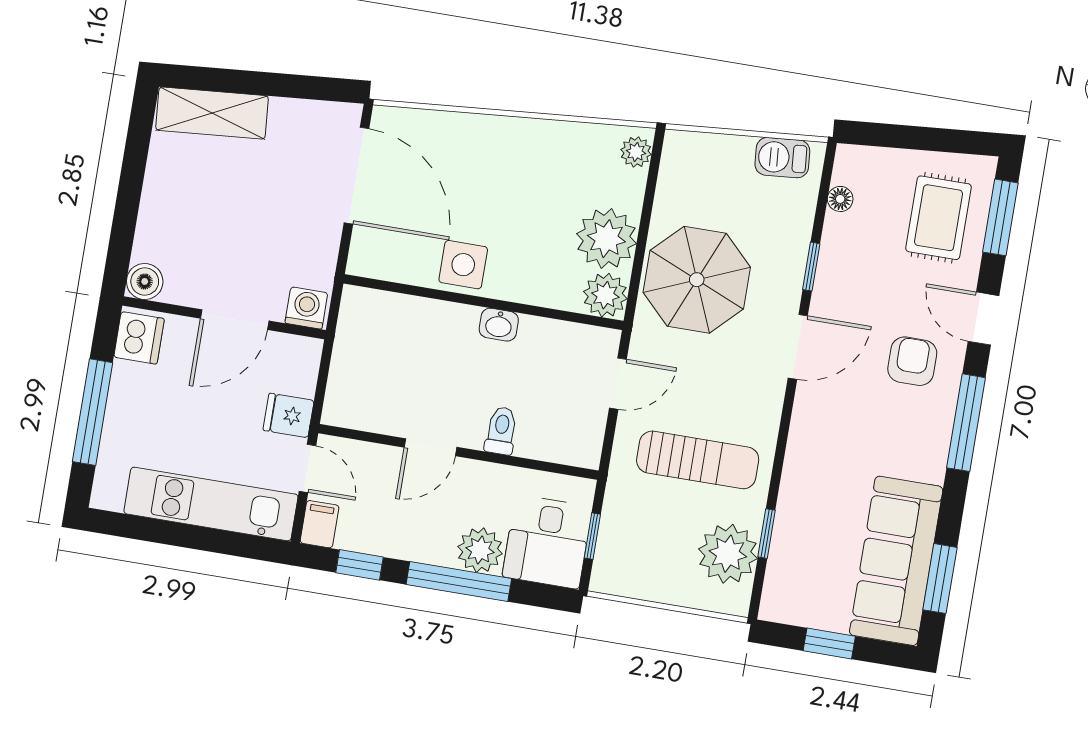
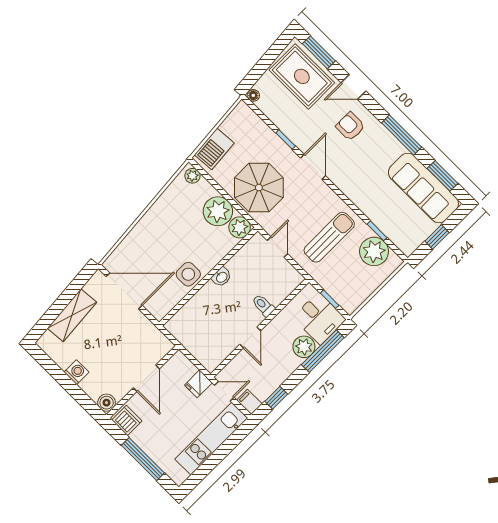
shelving: (212, 113) -> (72, 315), moved
barbecue: (782, 158) -> (214, 149), moved, width x1.38, depth x1.27
floor lamp: (840, 199) -> (253, 95), moved
rug: (938, 218) -> (302, 76), width x1.36, depth x1.43
washing machine: (306, 308) -> (76, 372), moved, turned 90
window: (966, 423) -> (402, 135), moved
window: (459, 582) -> (323, 351), moved

